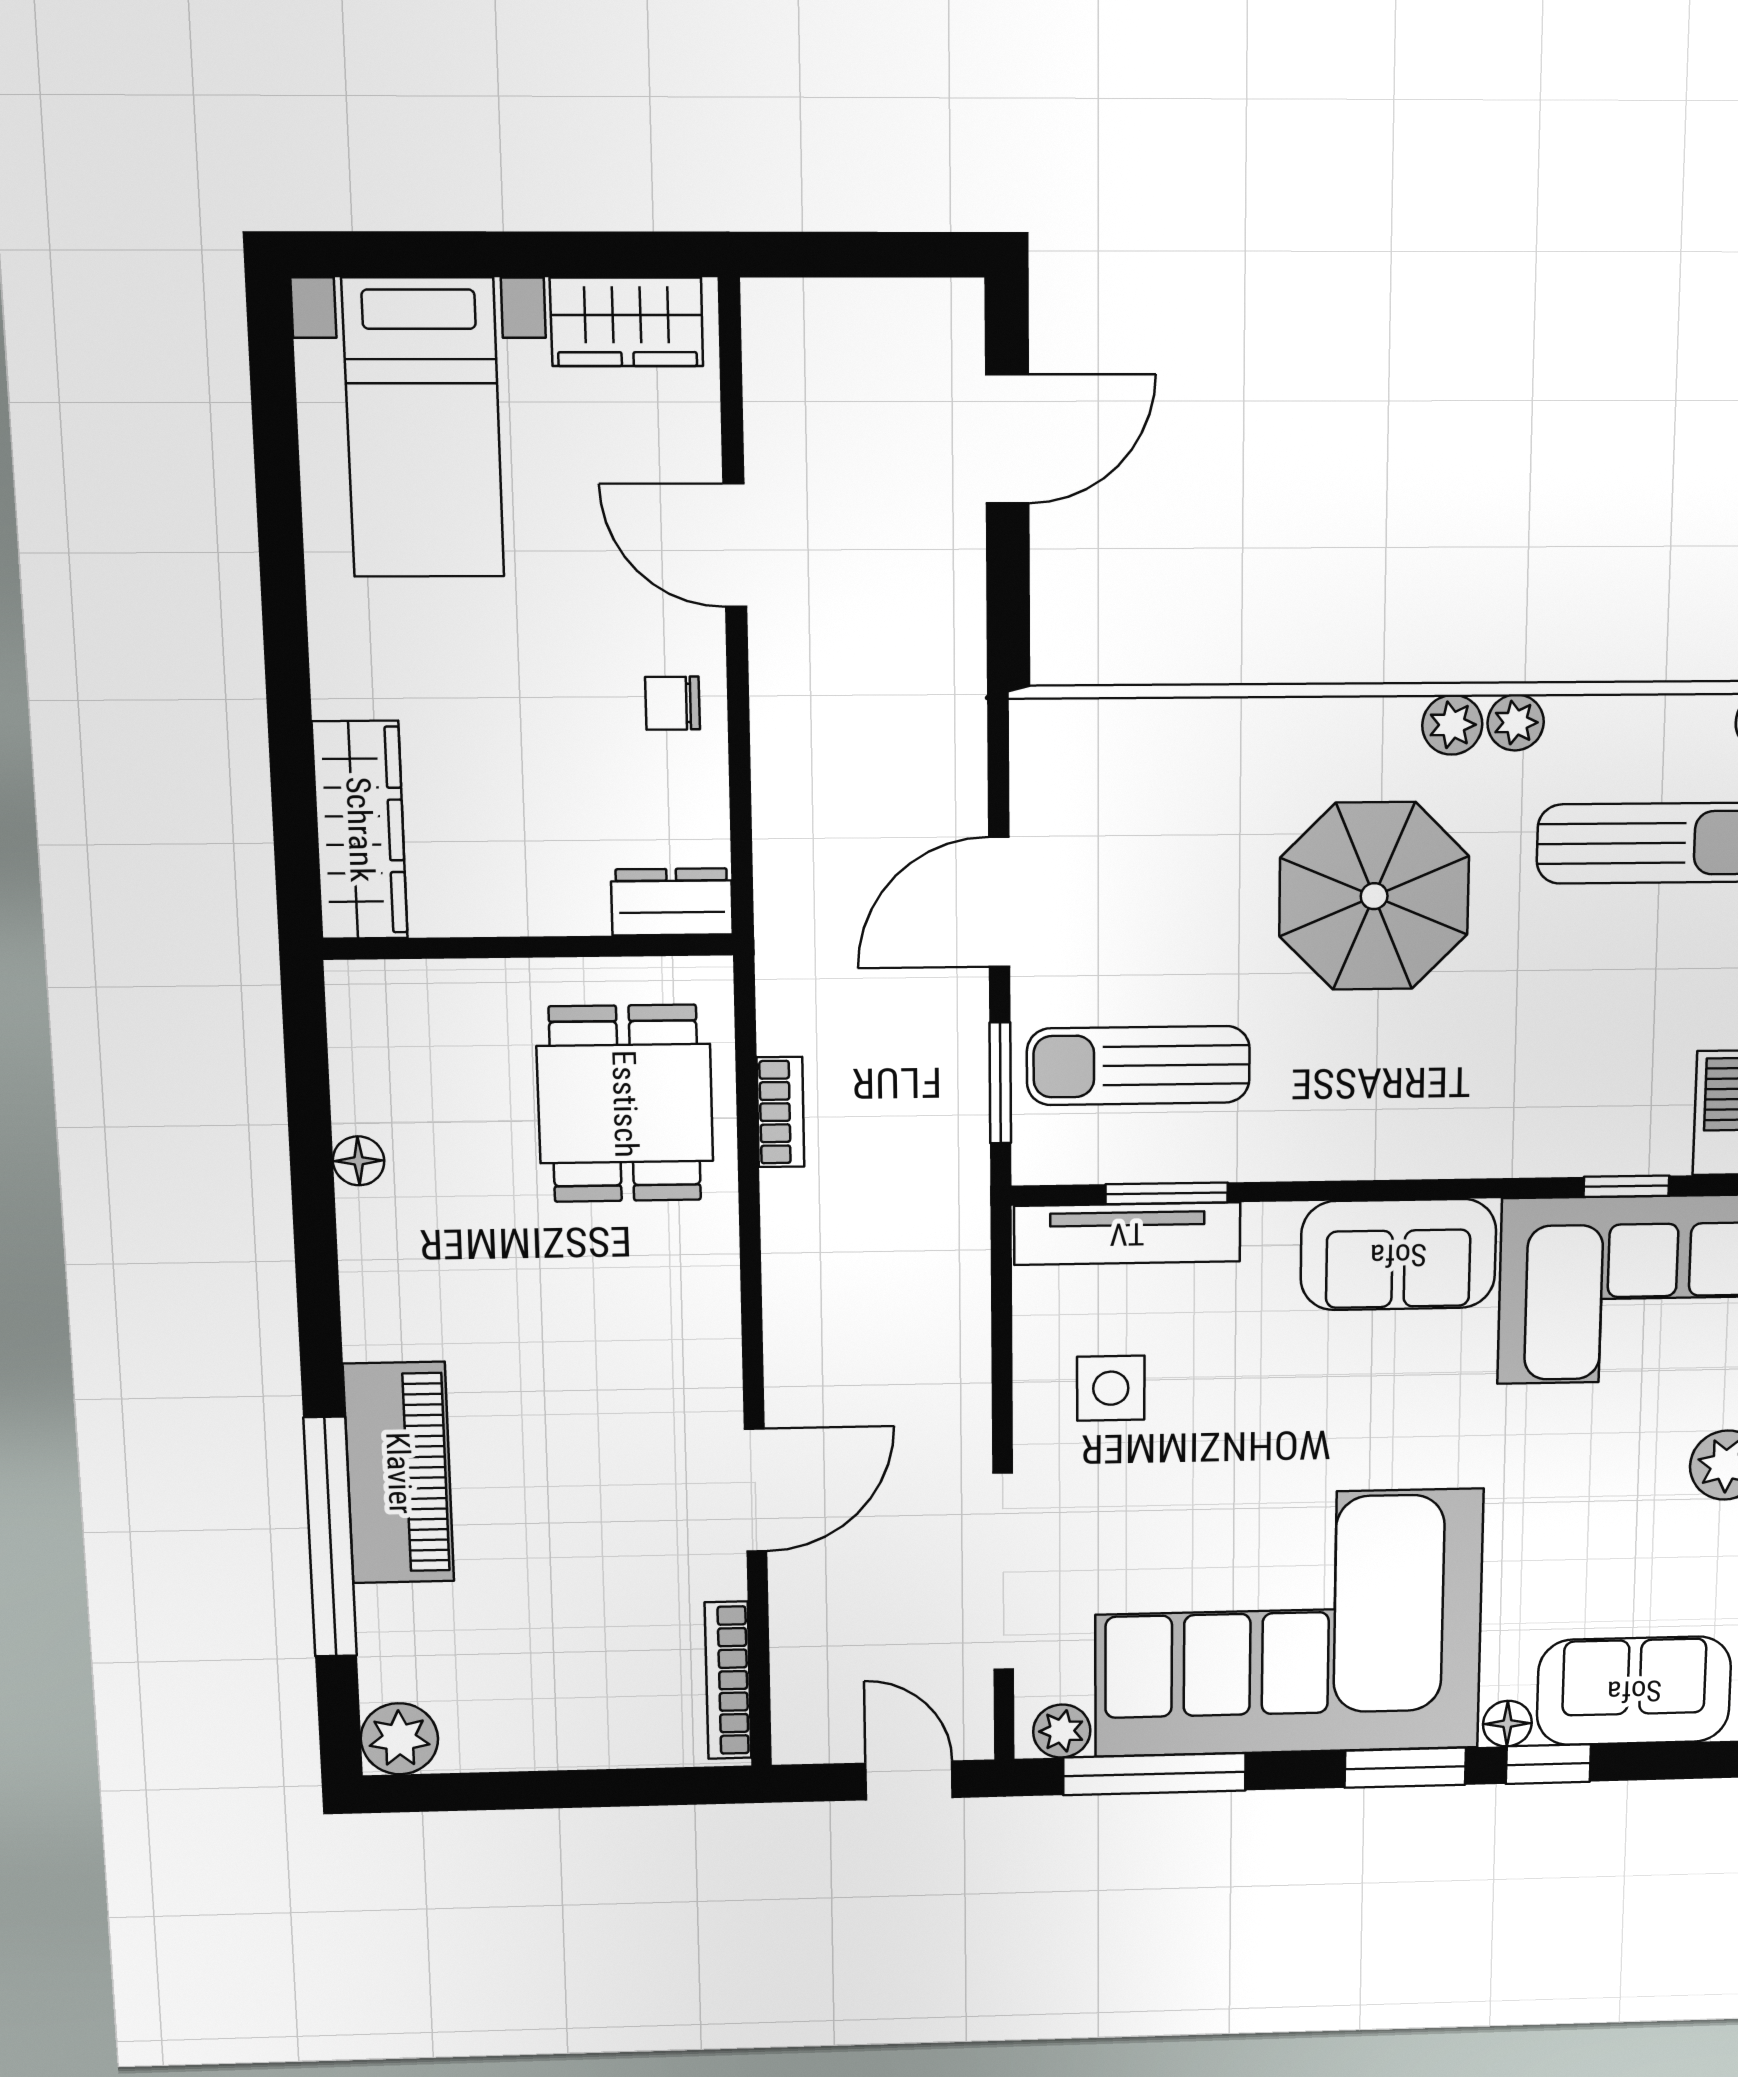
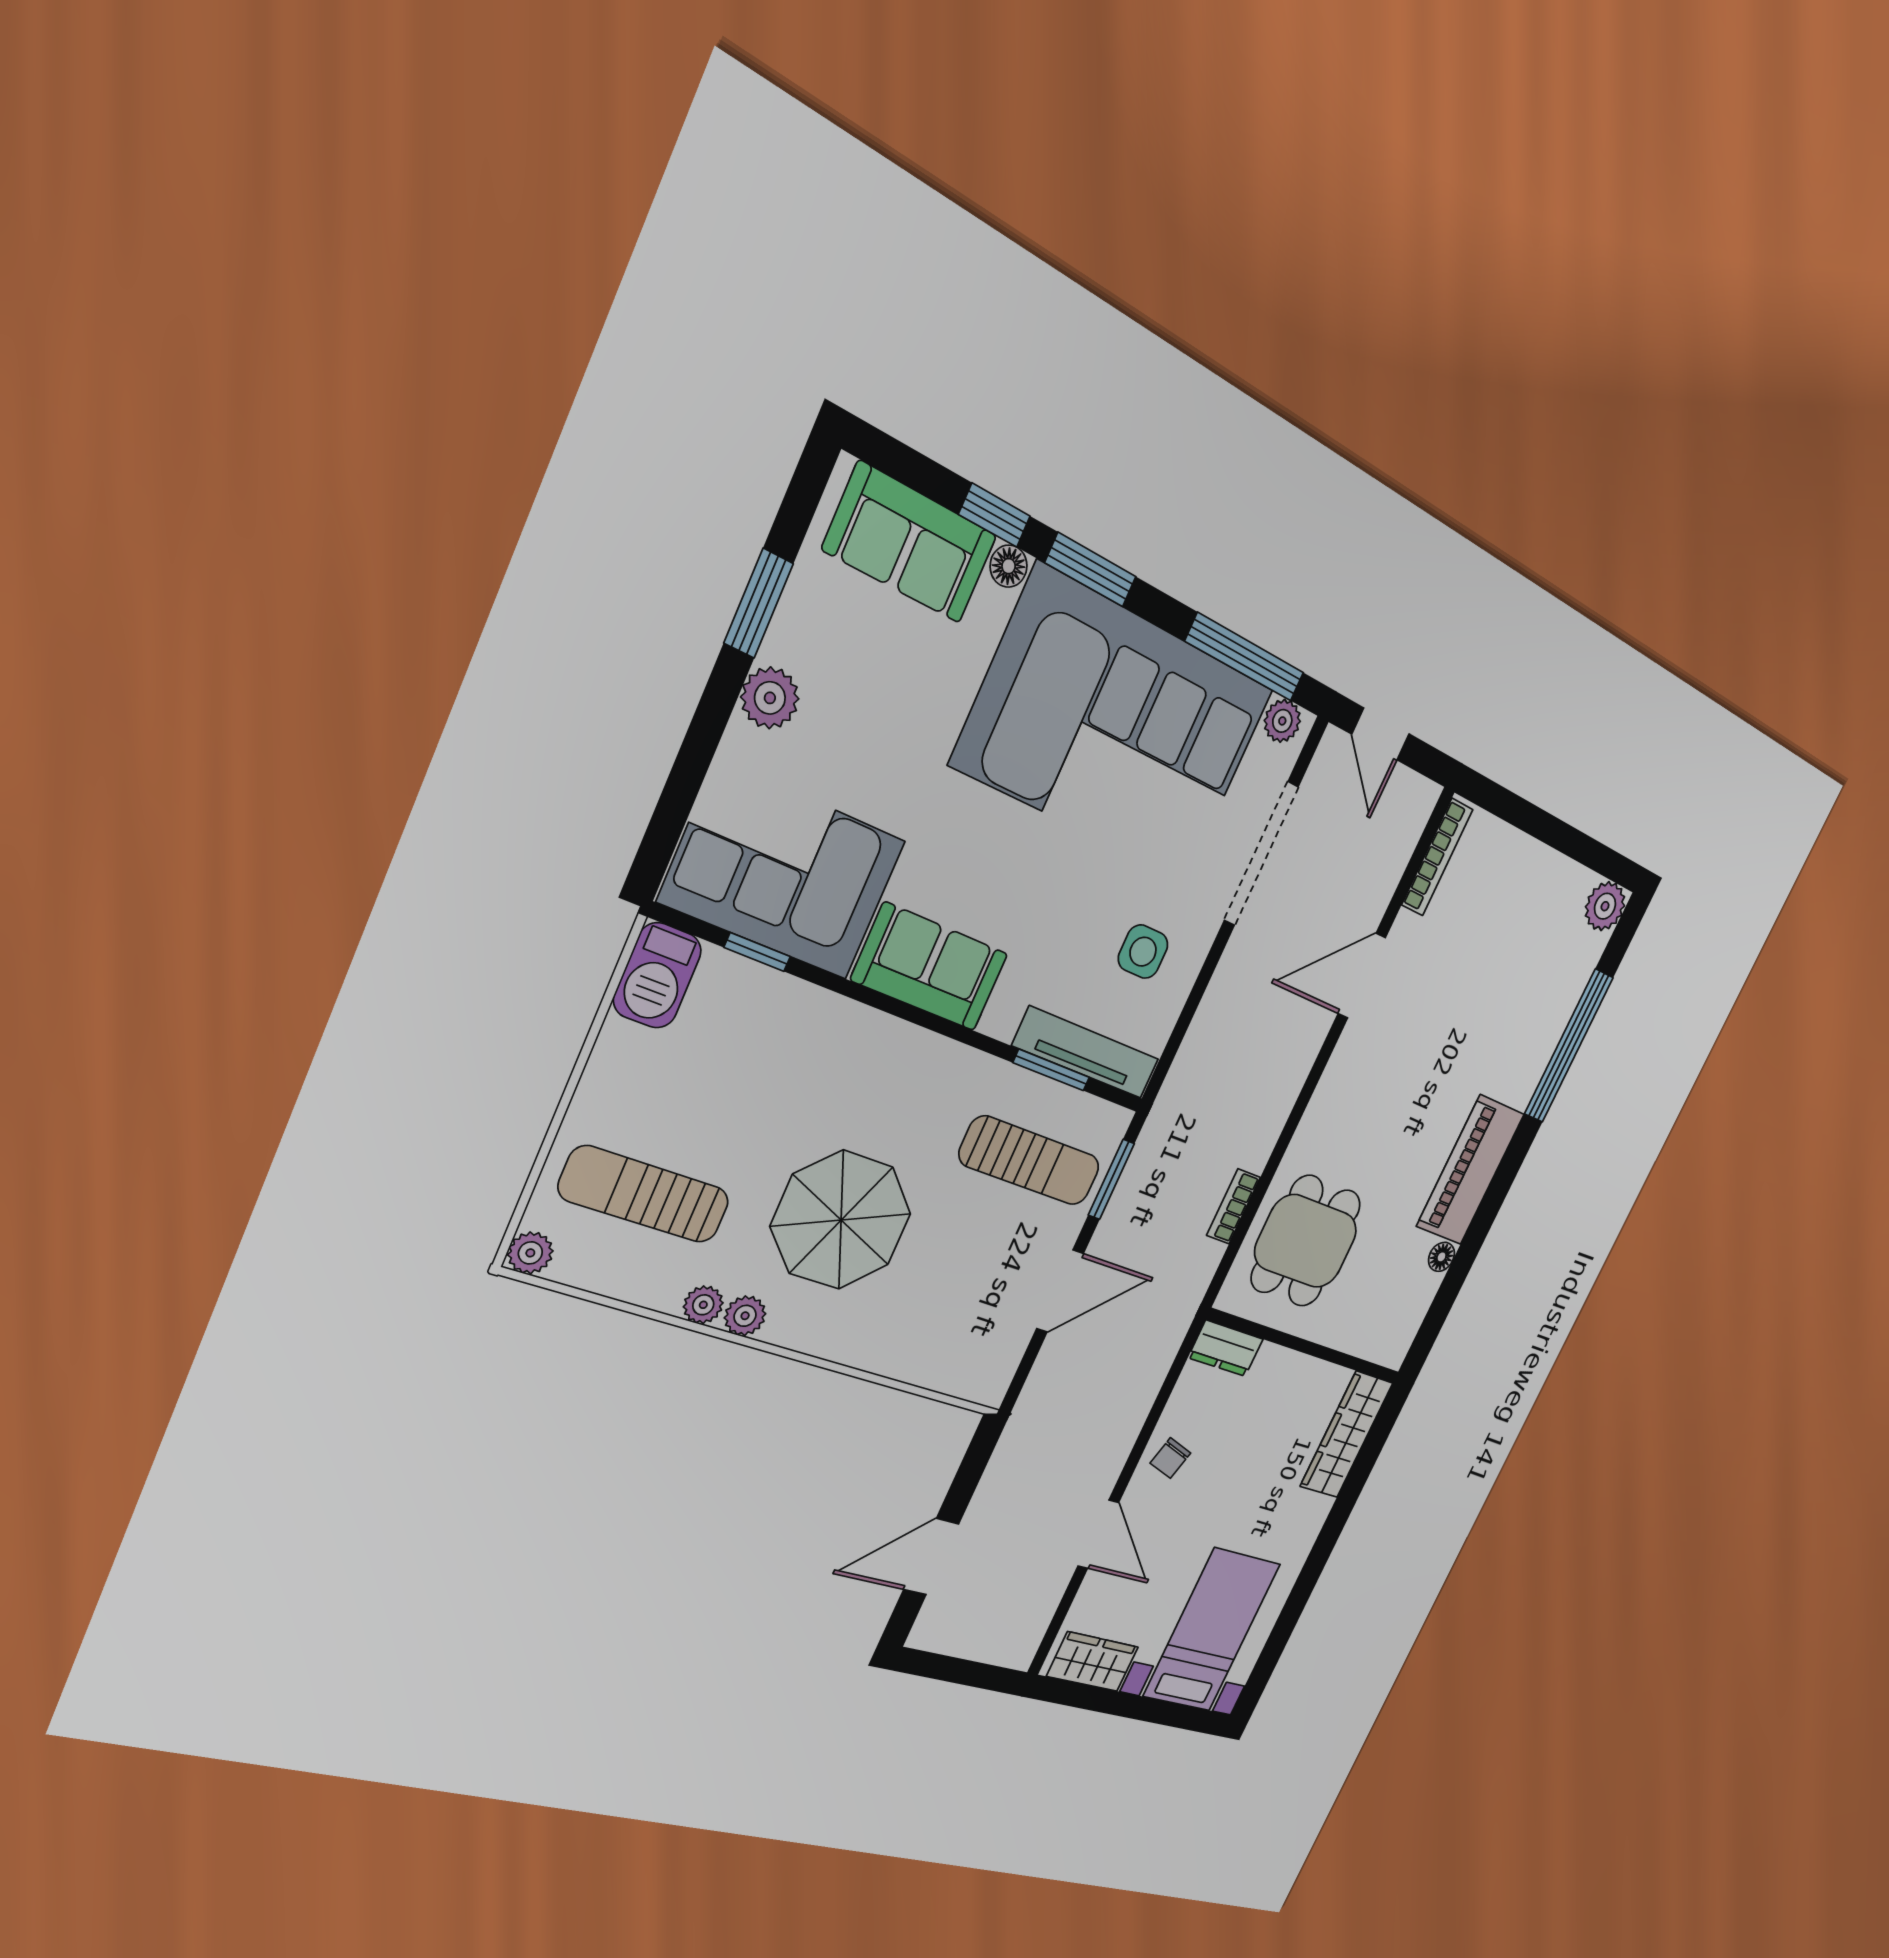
chair: (672, 703) -> (1170, 1458), turned 107
piano: (399, 1473) -> (1470, 1170), moved

